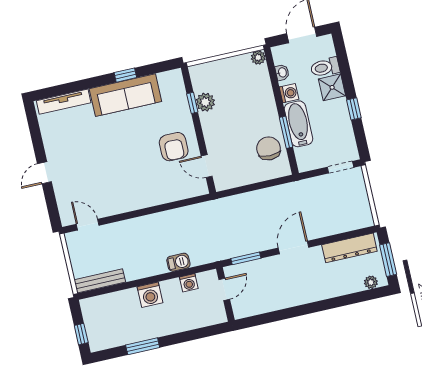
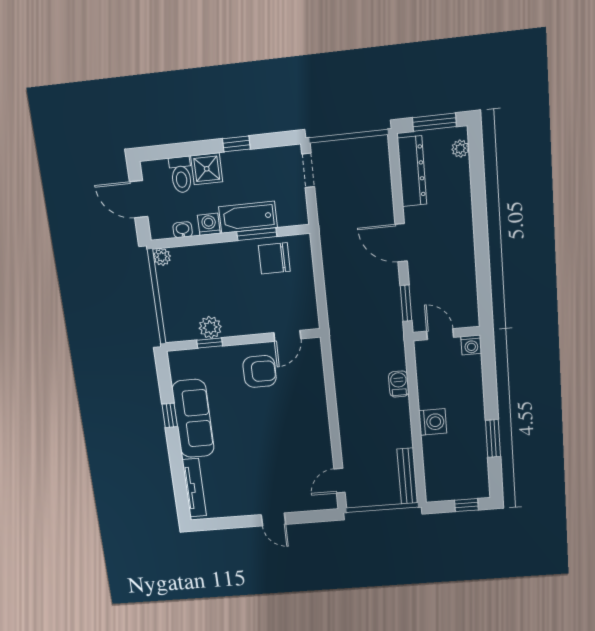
washing machine: (189, 283) -> (471, 345), moved, turned 90

